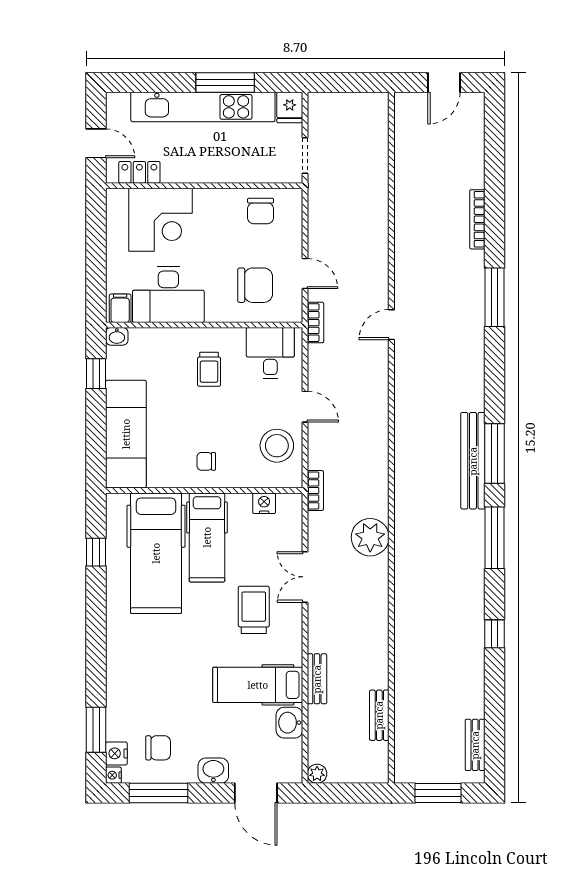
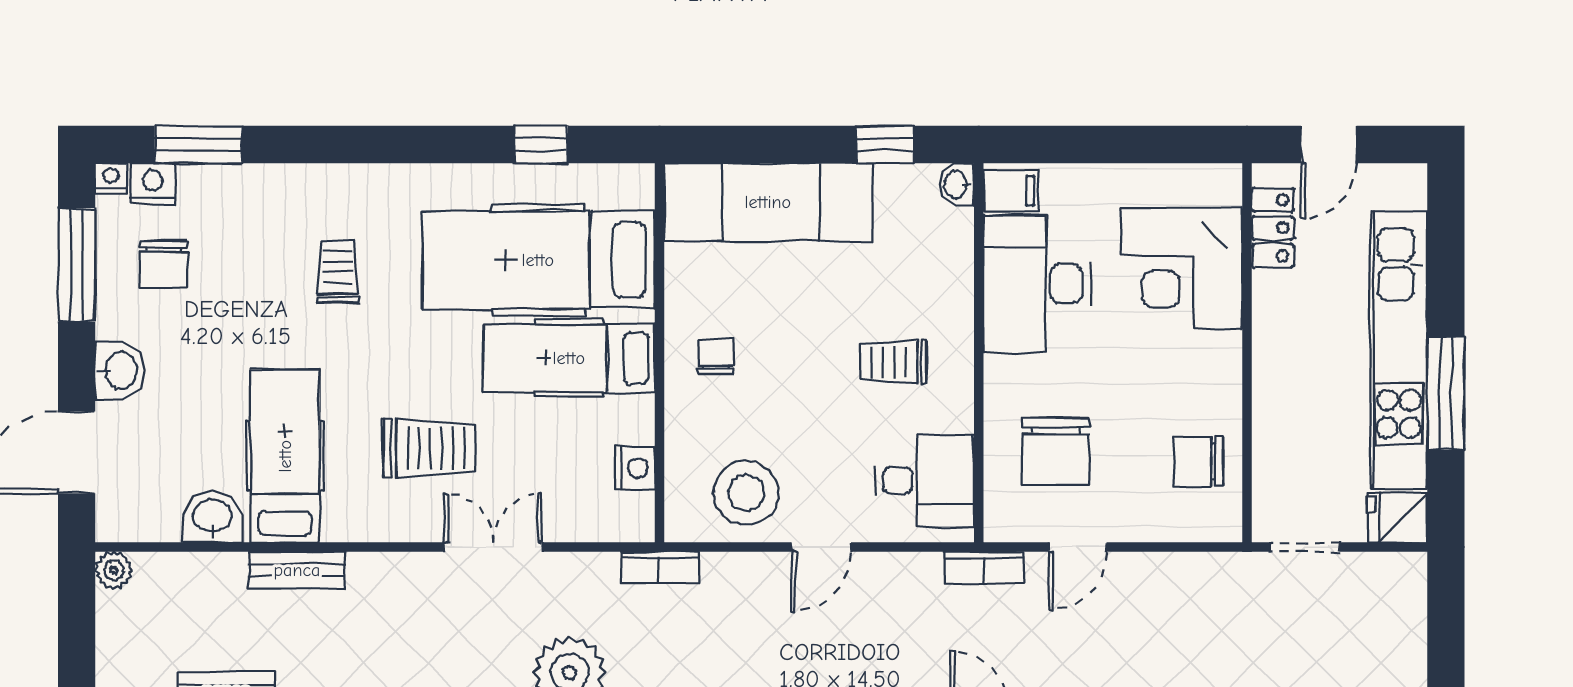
trolley: (162, 657) -> (338, 271), added

